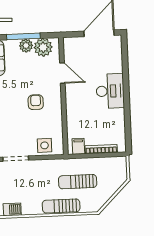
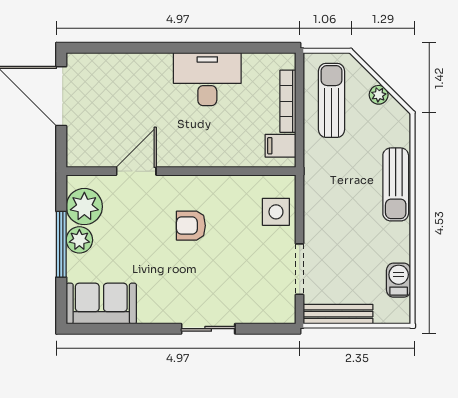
desk: (110, 91) -> (207, 79), moved
sun lounger: (78, 182) -> (331, 100), moved, turned 180
plant: (107, 195) -> (379, 95), added

